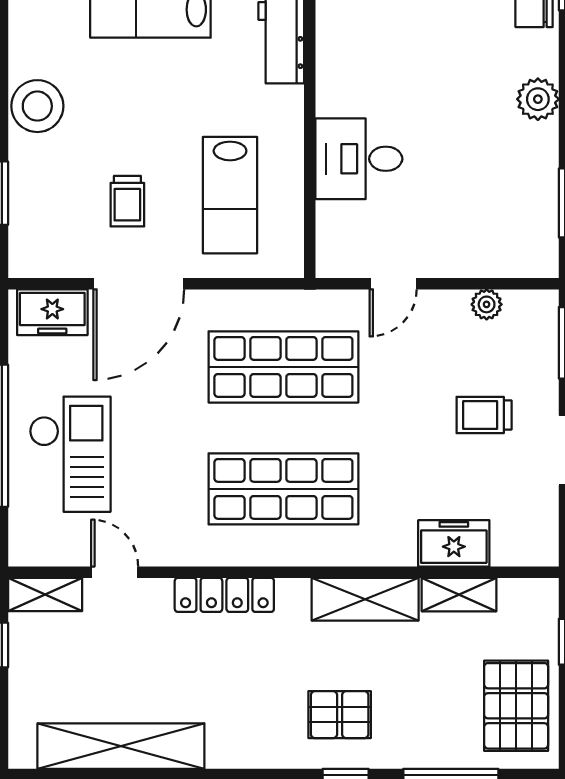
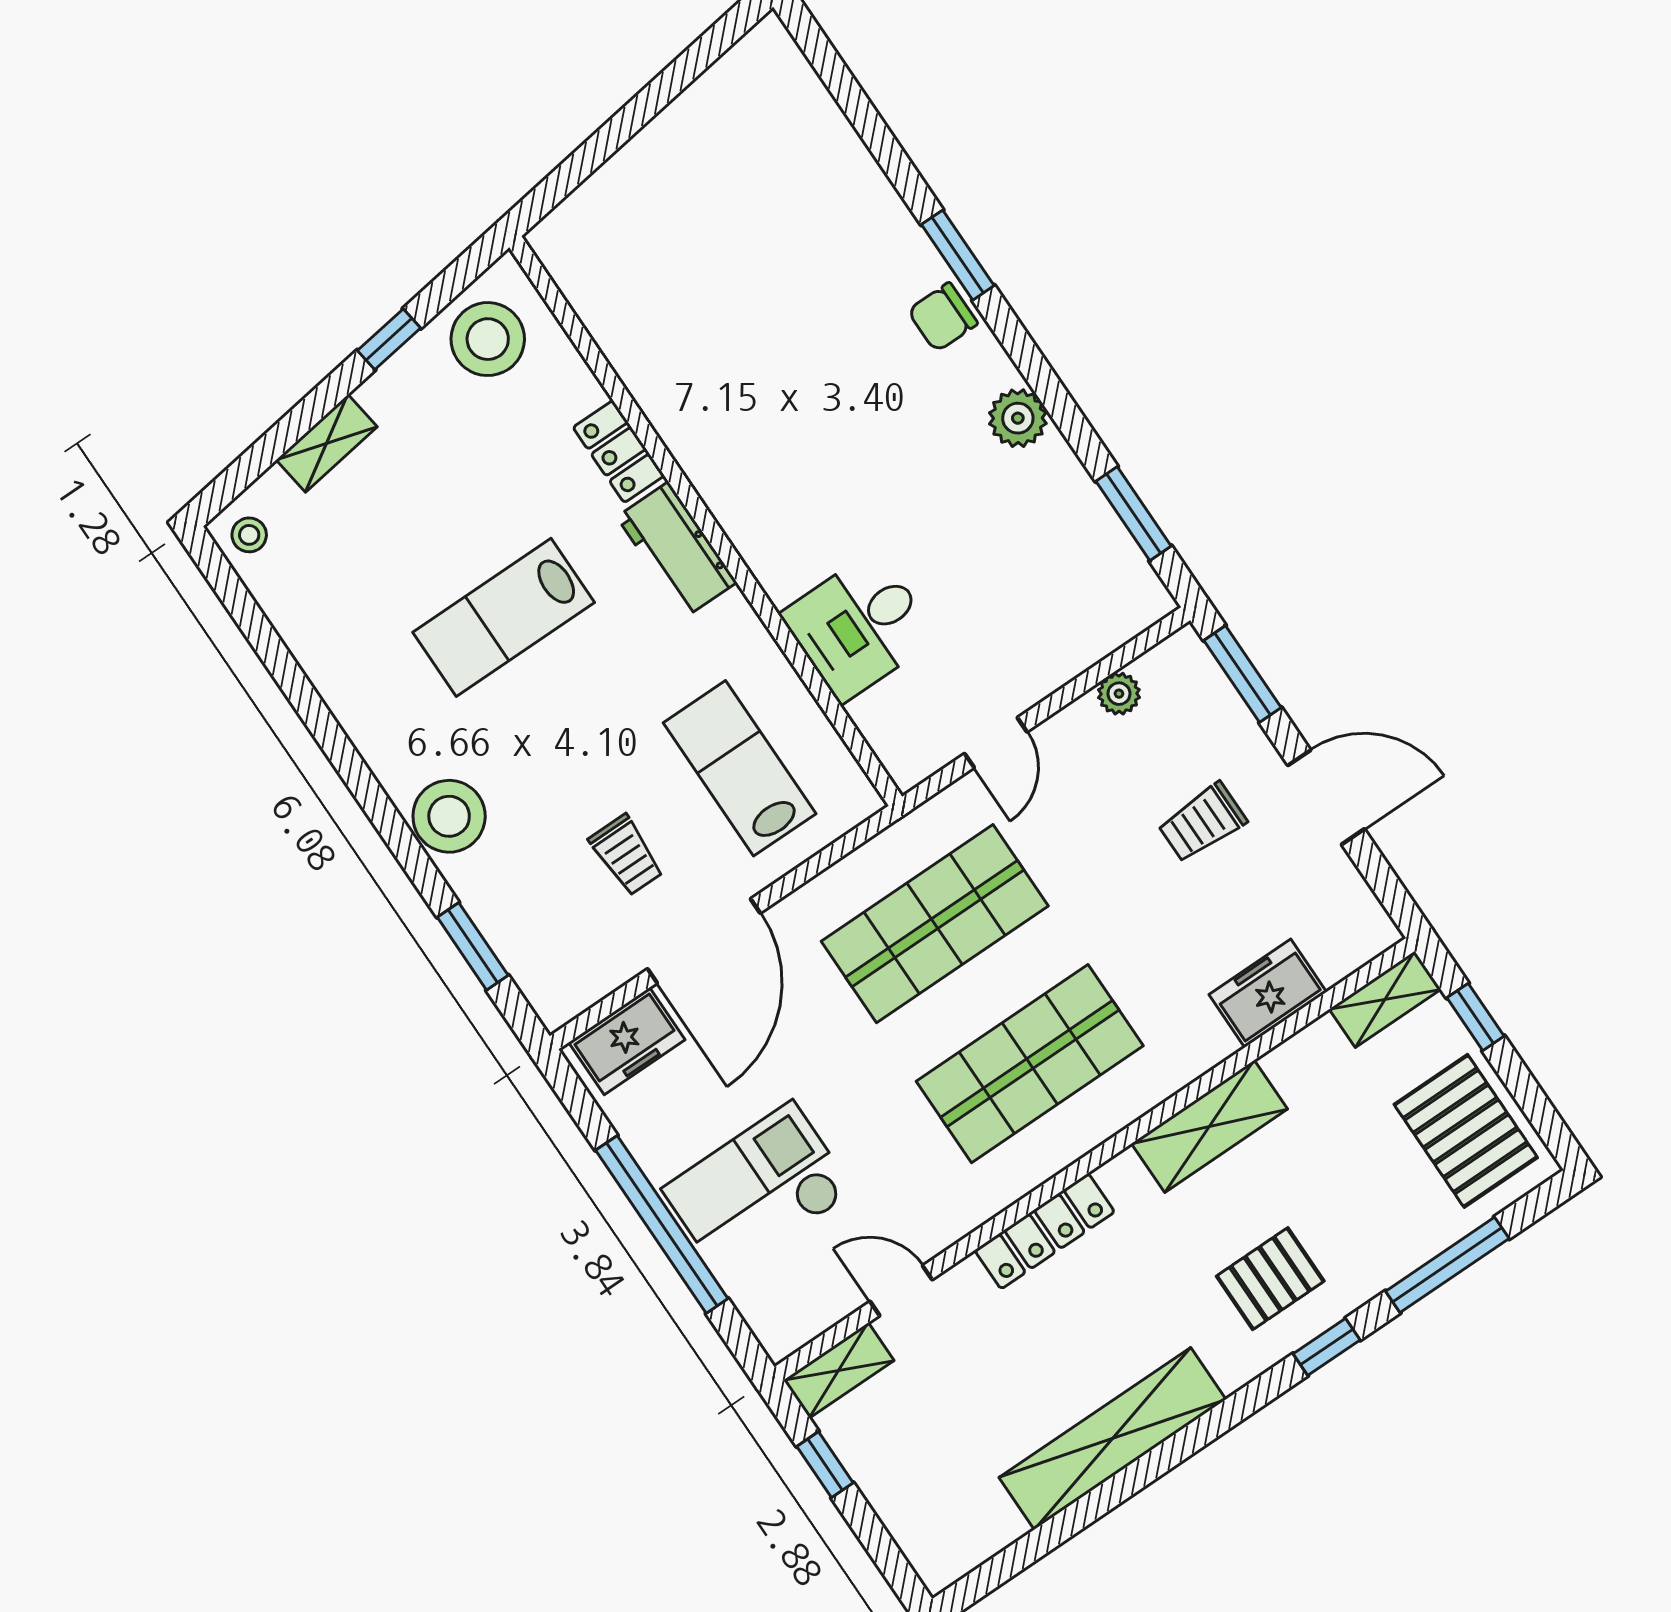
lab bench: (230, 195) -> (740, 768), turned 180
checkout: (70, 454) -> (758, 1190), turned -90
shelving: (459, 595) -> (1385, 999), moved
shelving: (121, 746) -> (1112, 1439), moved

